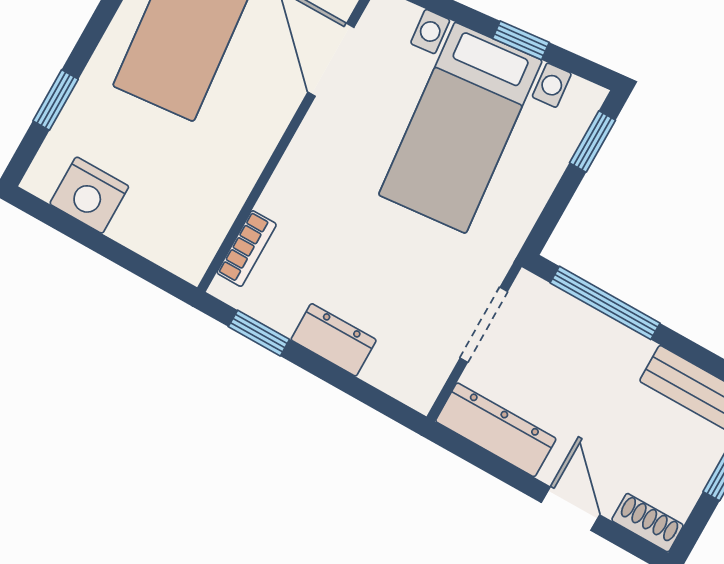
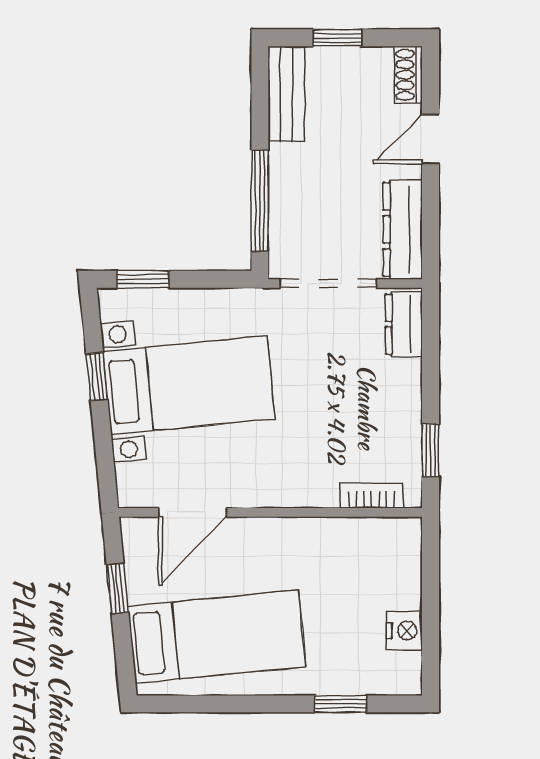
nightstand: (89, 195) -> (404, 631), width x0.74, depth x0.75
doorway: (484, 325) -> (328, 283), width x1.38
dresser: (334, 340) -> (404, 324), moved

